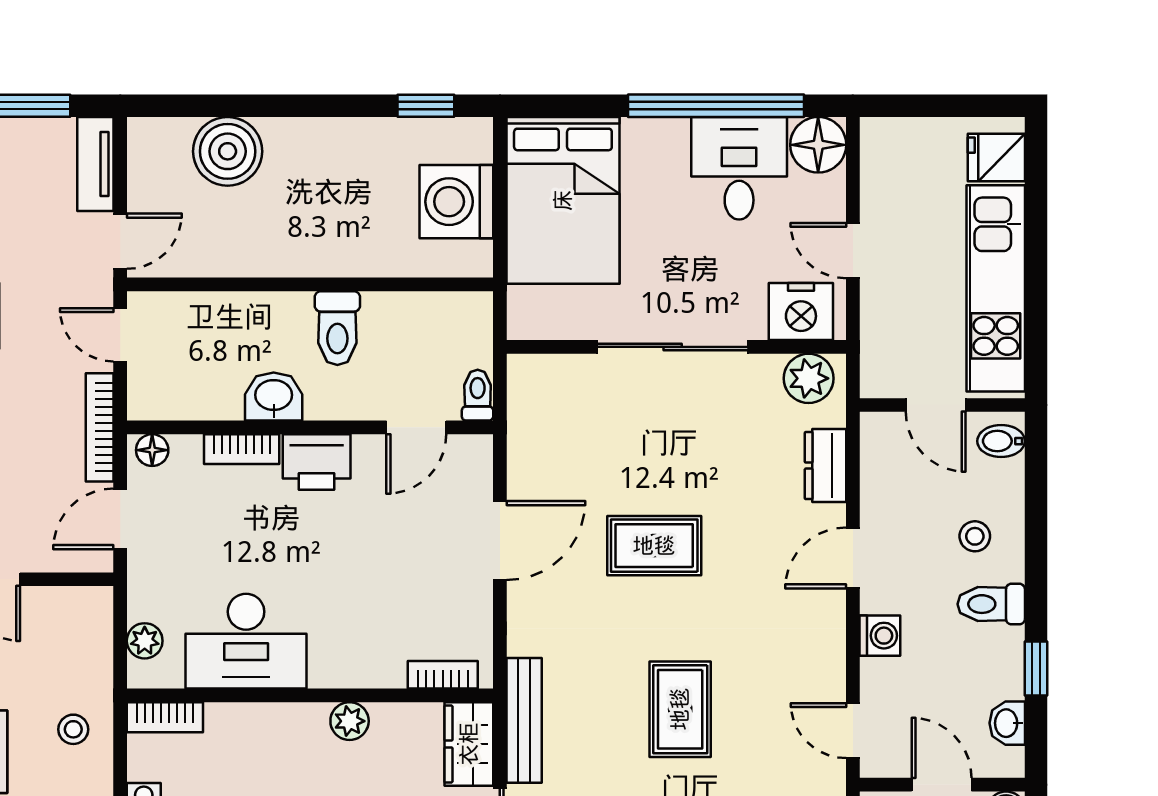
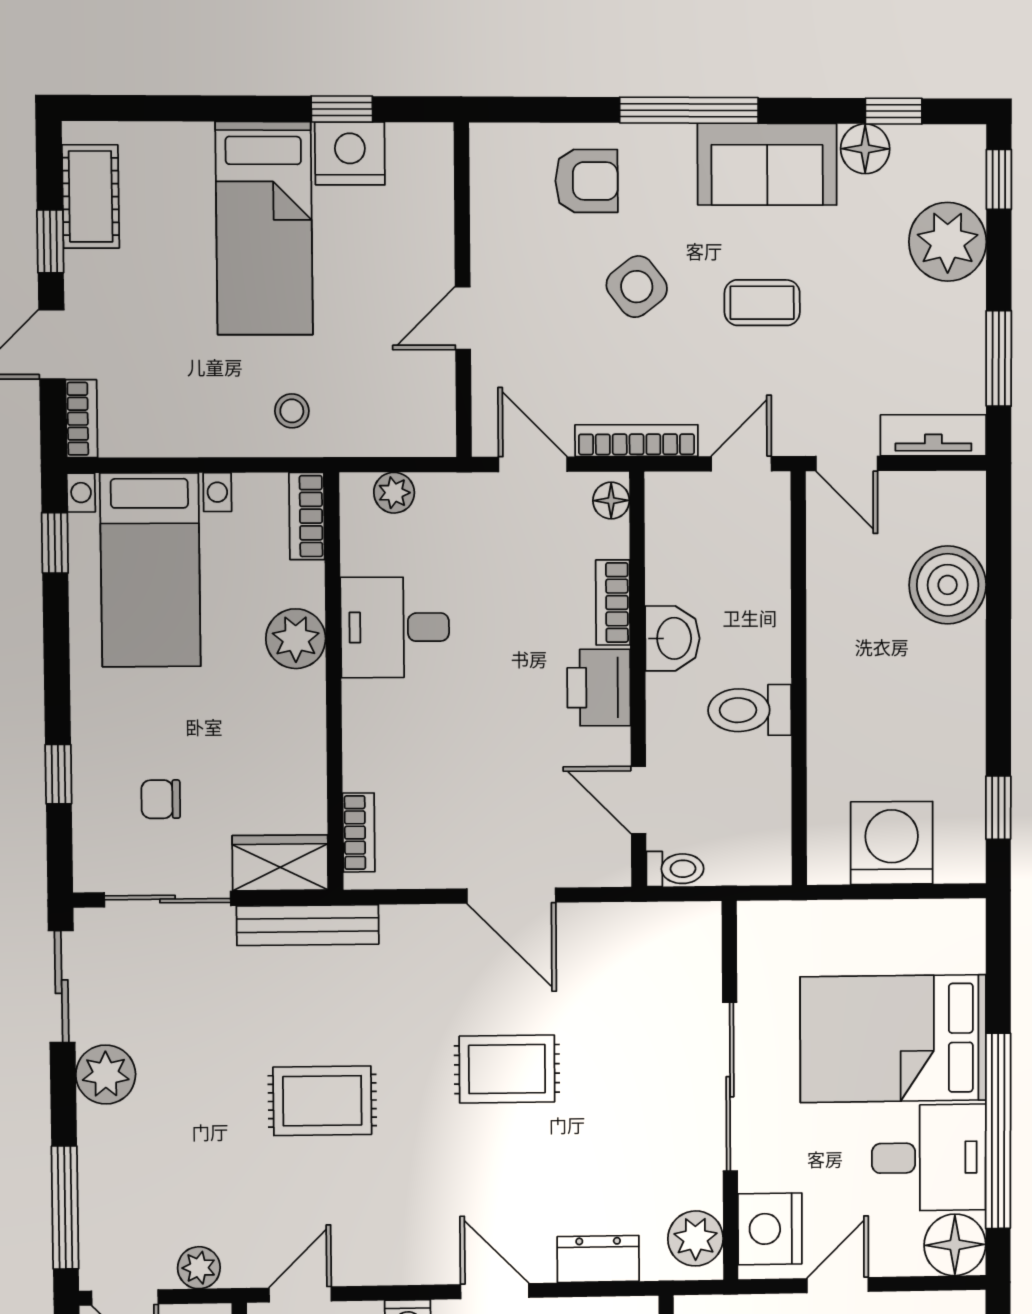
bed: (563, 200) -> (893, 1039), moved
rug: (654, 546) -> (507, 1069), turned 90
desk: (246, 641) -> (395, 627), width x0.73
plant: (350, 721) -> (296, 639), moved, width x1.38, depth x1.38

